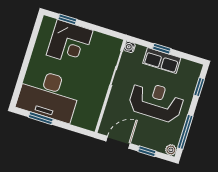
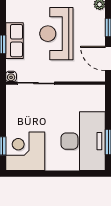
corner desk: (70, 43) -> (25, 151), moved, turned -90

